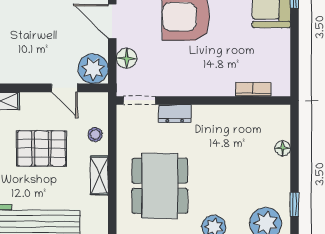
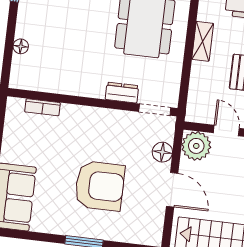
stool: (95, 134) -> (202, 82), removed

